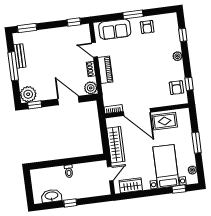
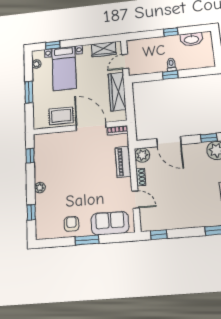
piano: (105, 70) -> (123, 162), moved
armchair: (176, 88) -> (44, 152), removed
window: (69, 161) -> (170, 75), added

